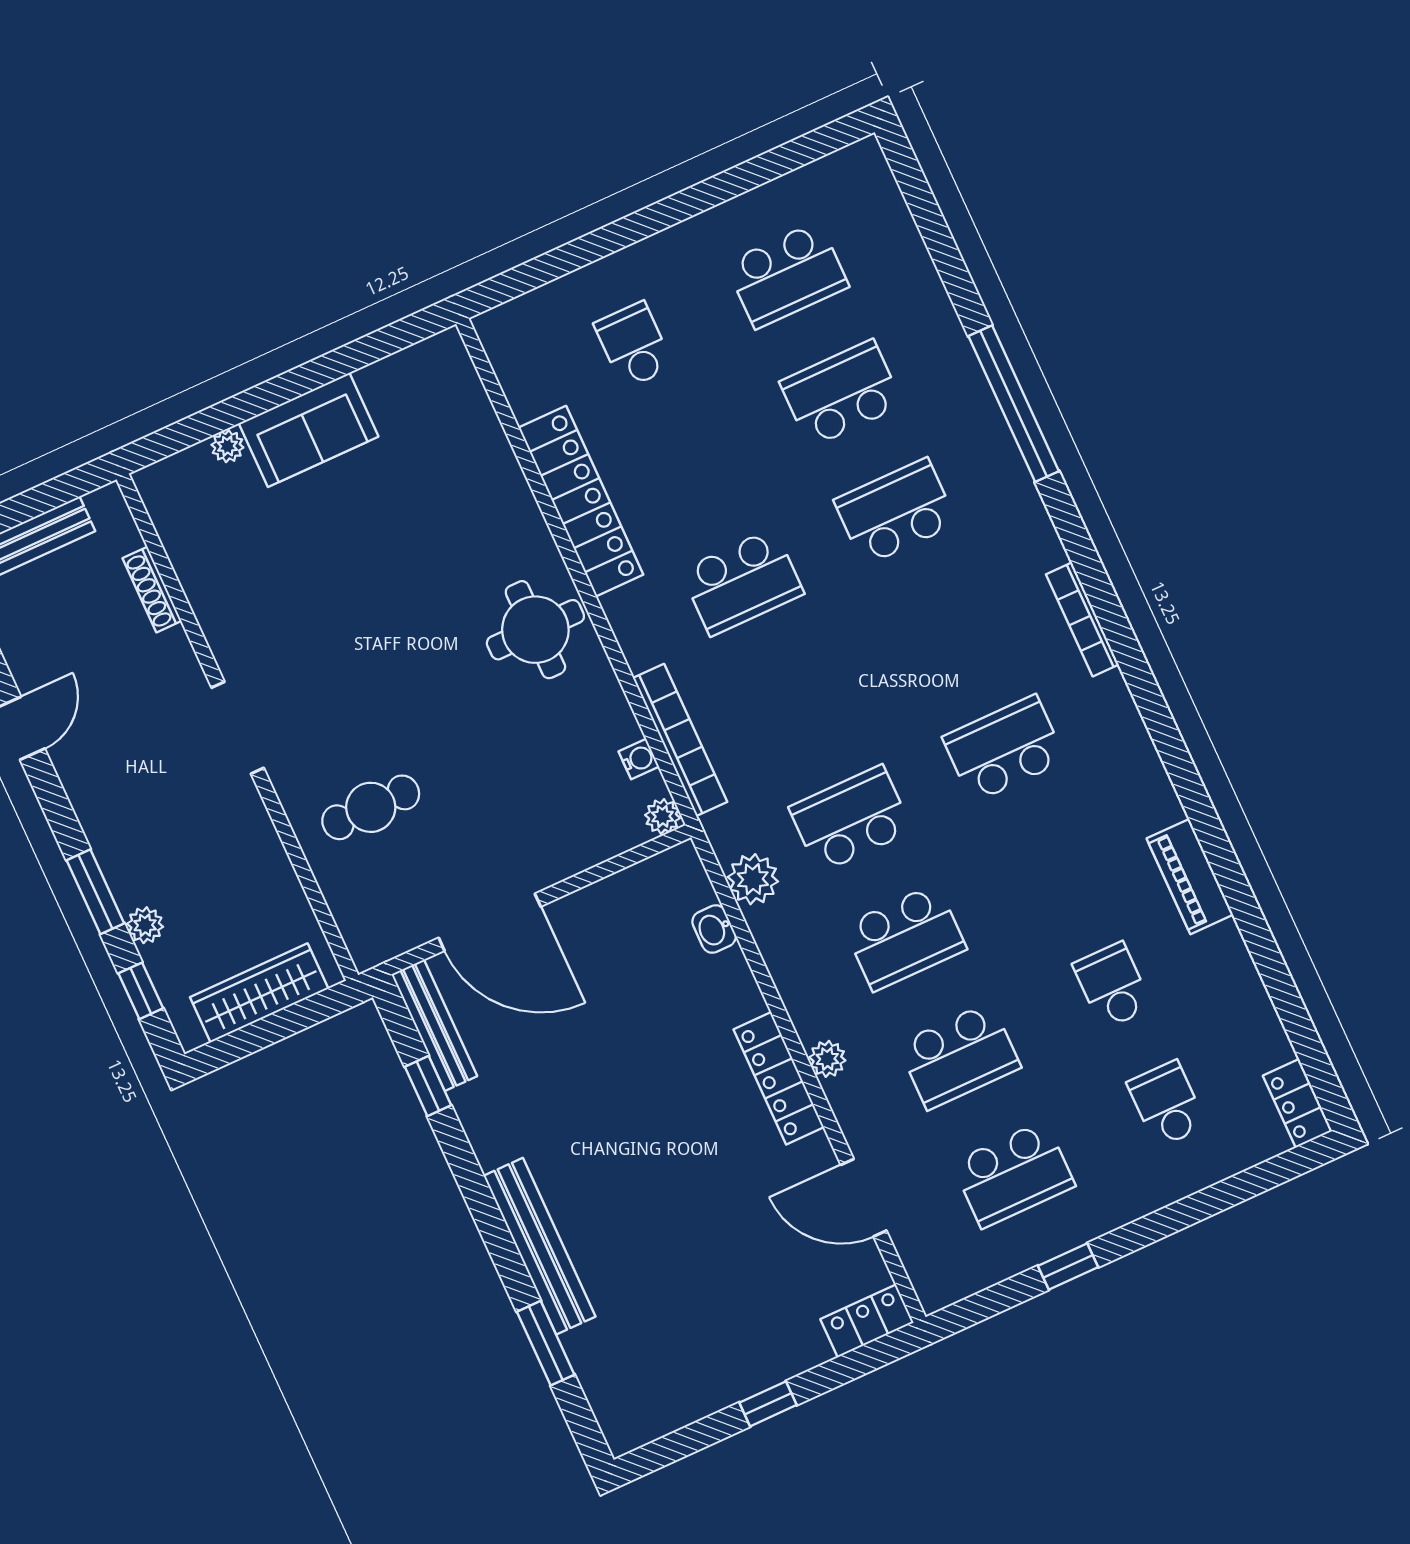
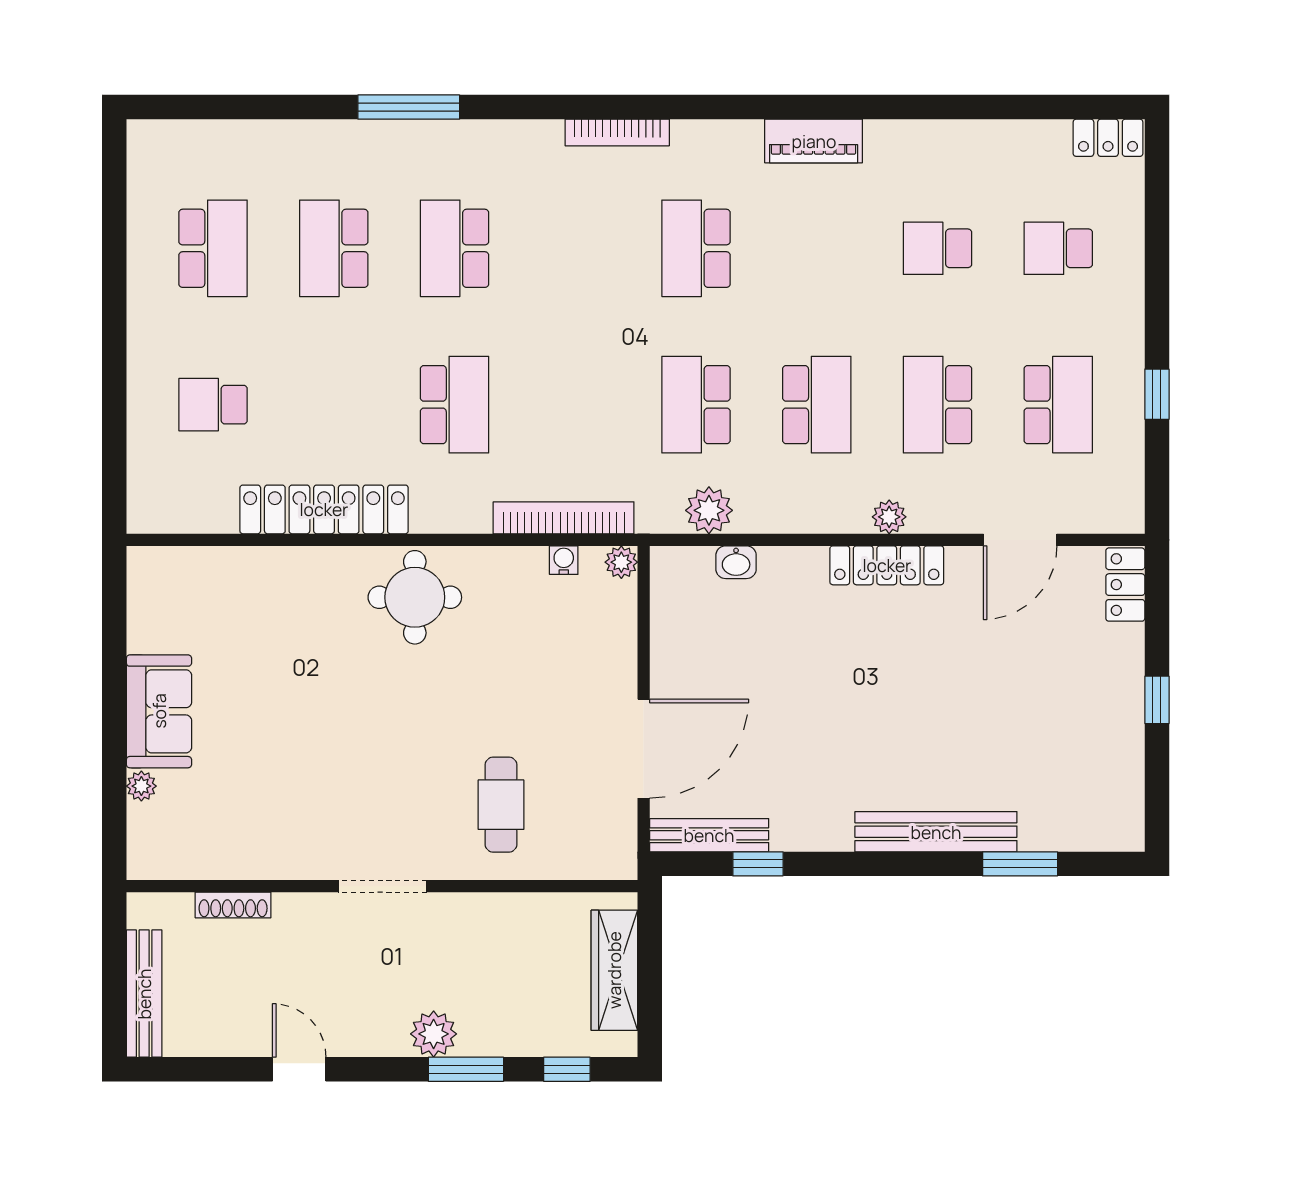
window: (1014, 404) -> (409, 107), width x0.68
piano: (1190, 877) -> (814, 141), moved
plant: (145, 925) -> (434, 1034), moved, width x1.38, depth x1.38
school desk: (959, 1056) -> (937, 405), turned 180

